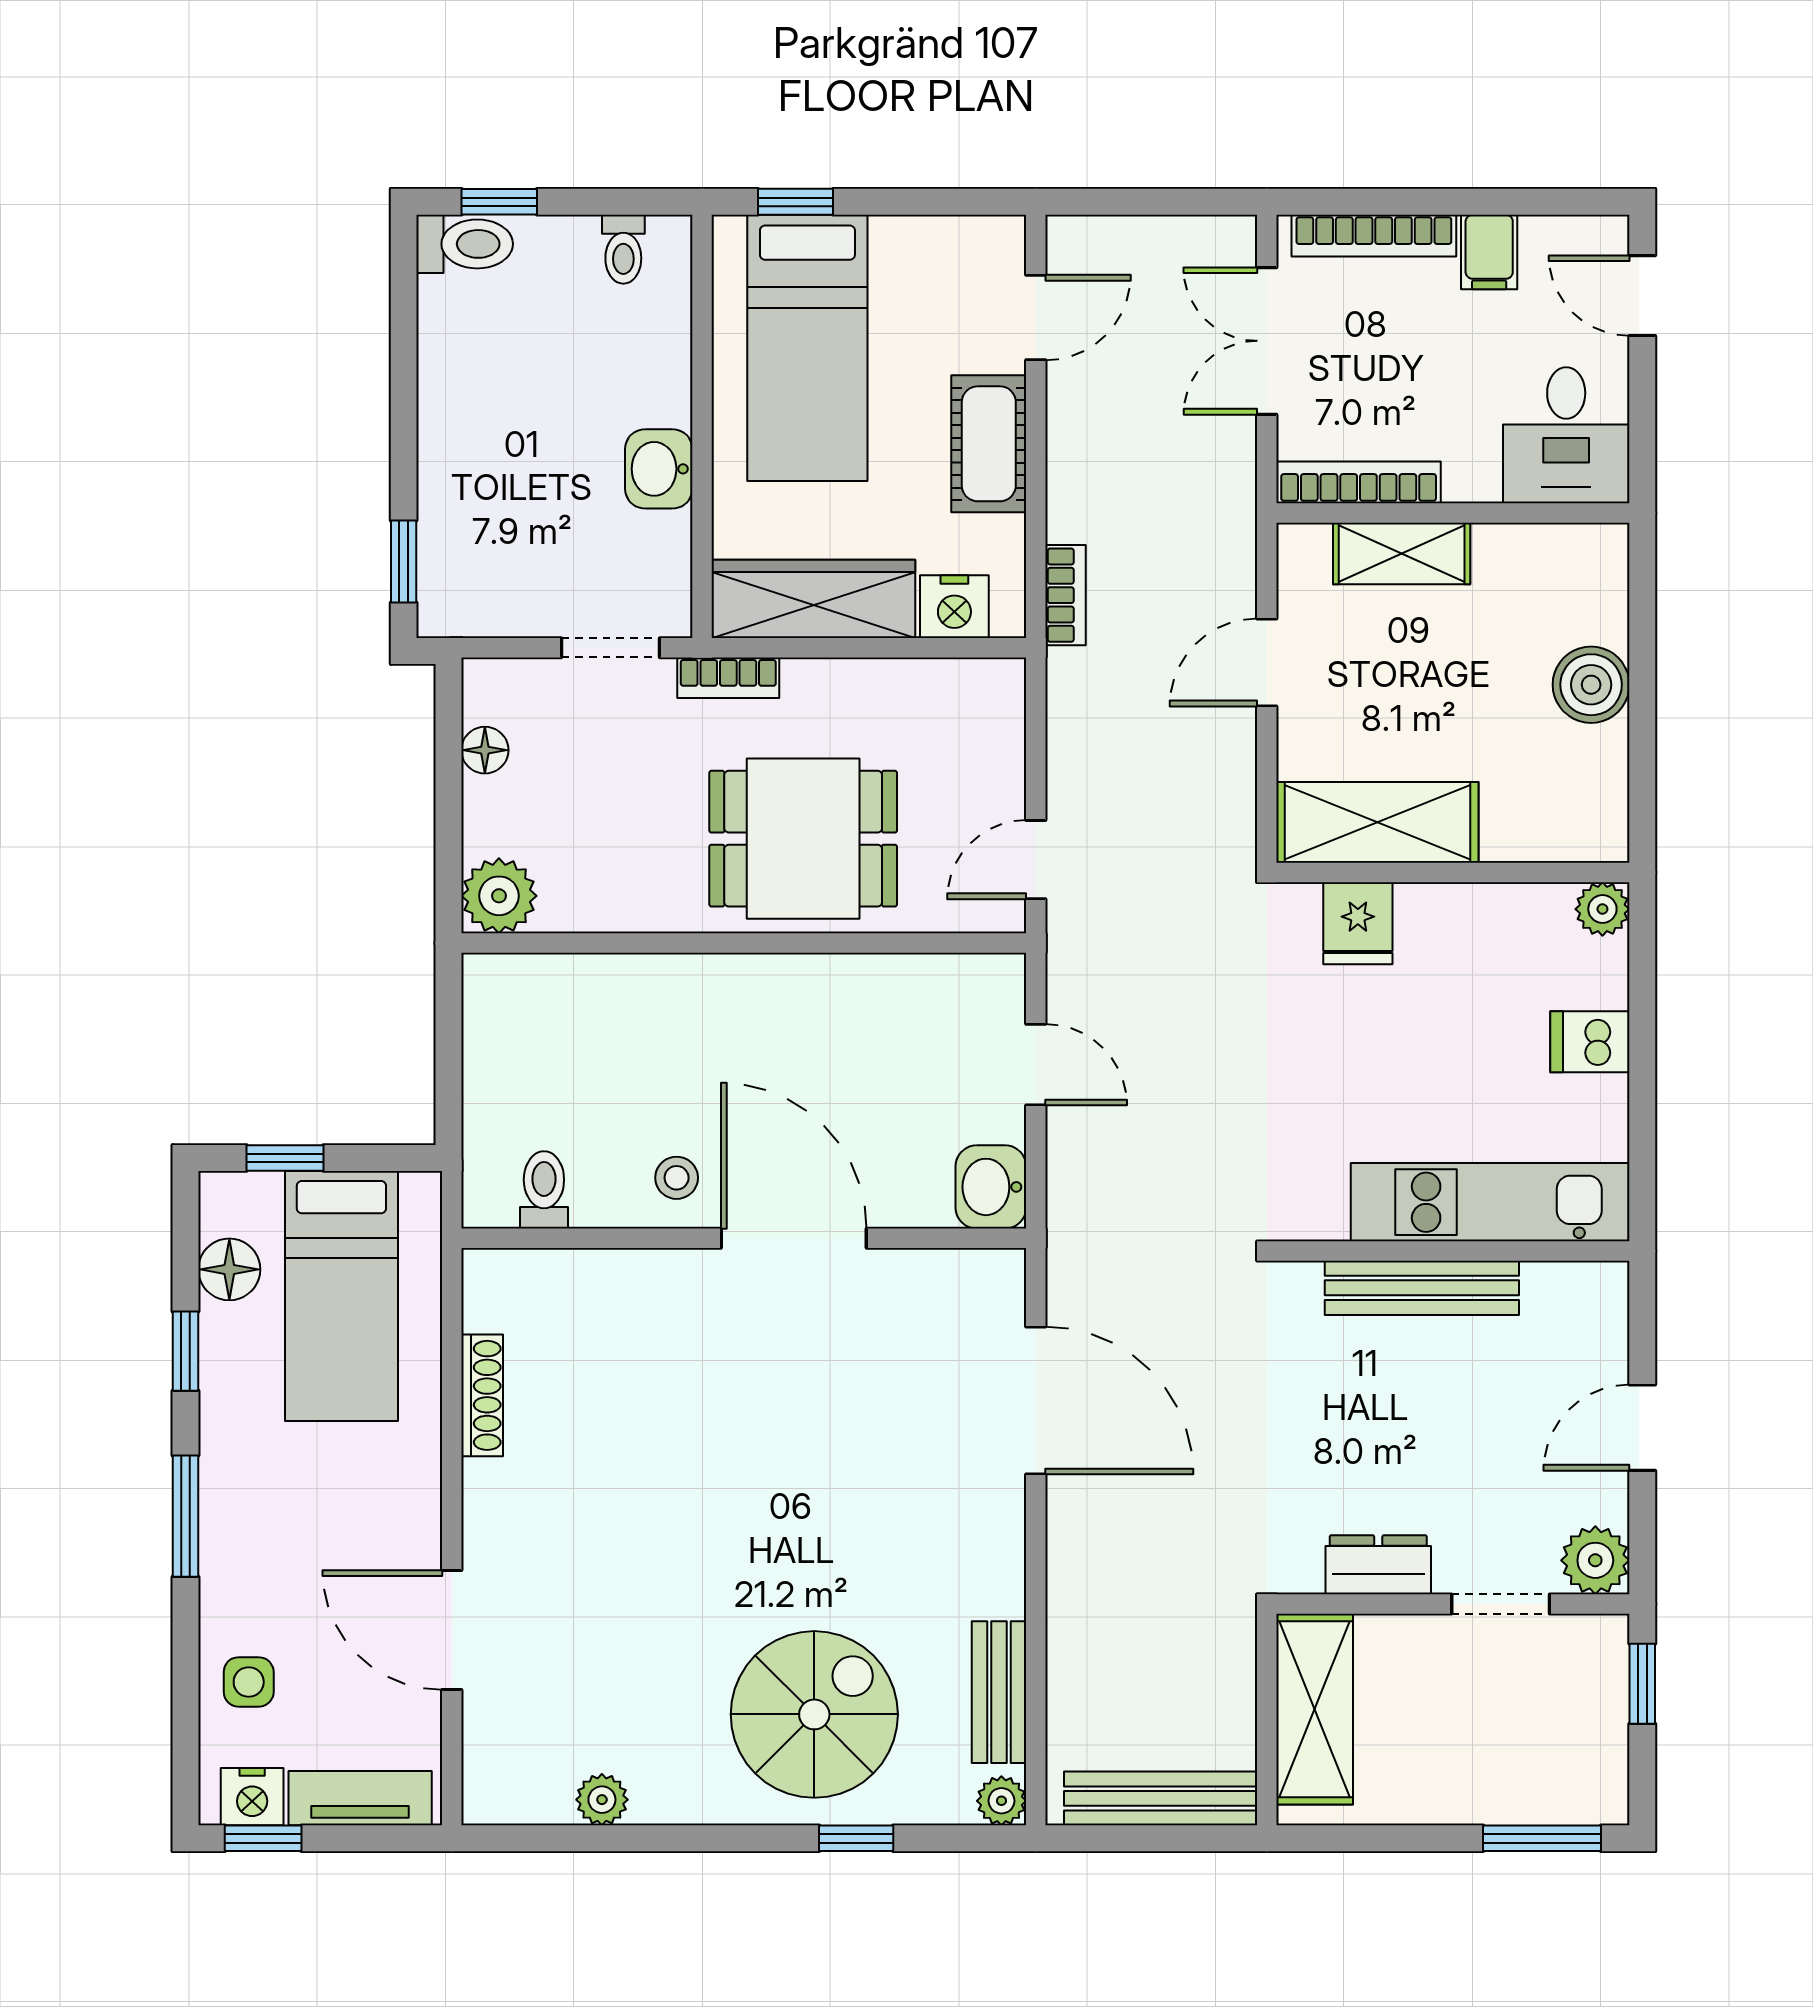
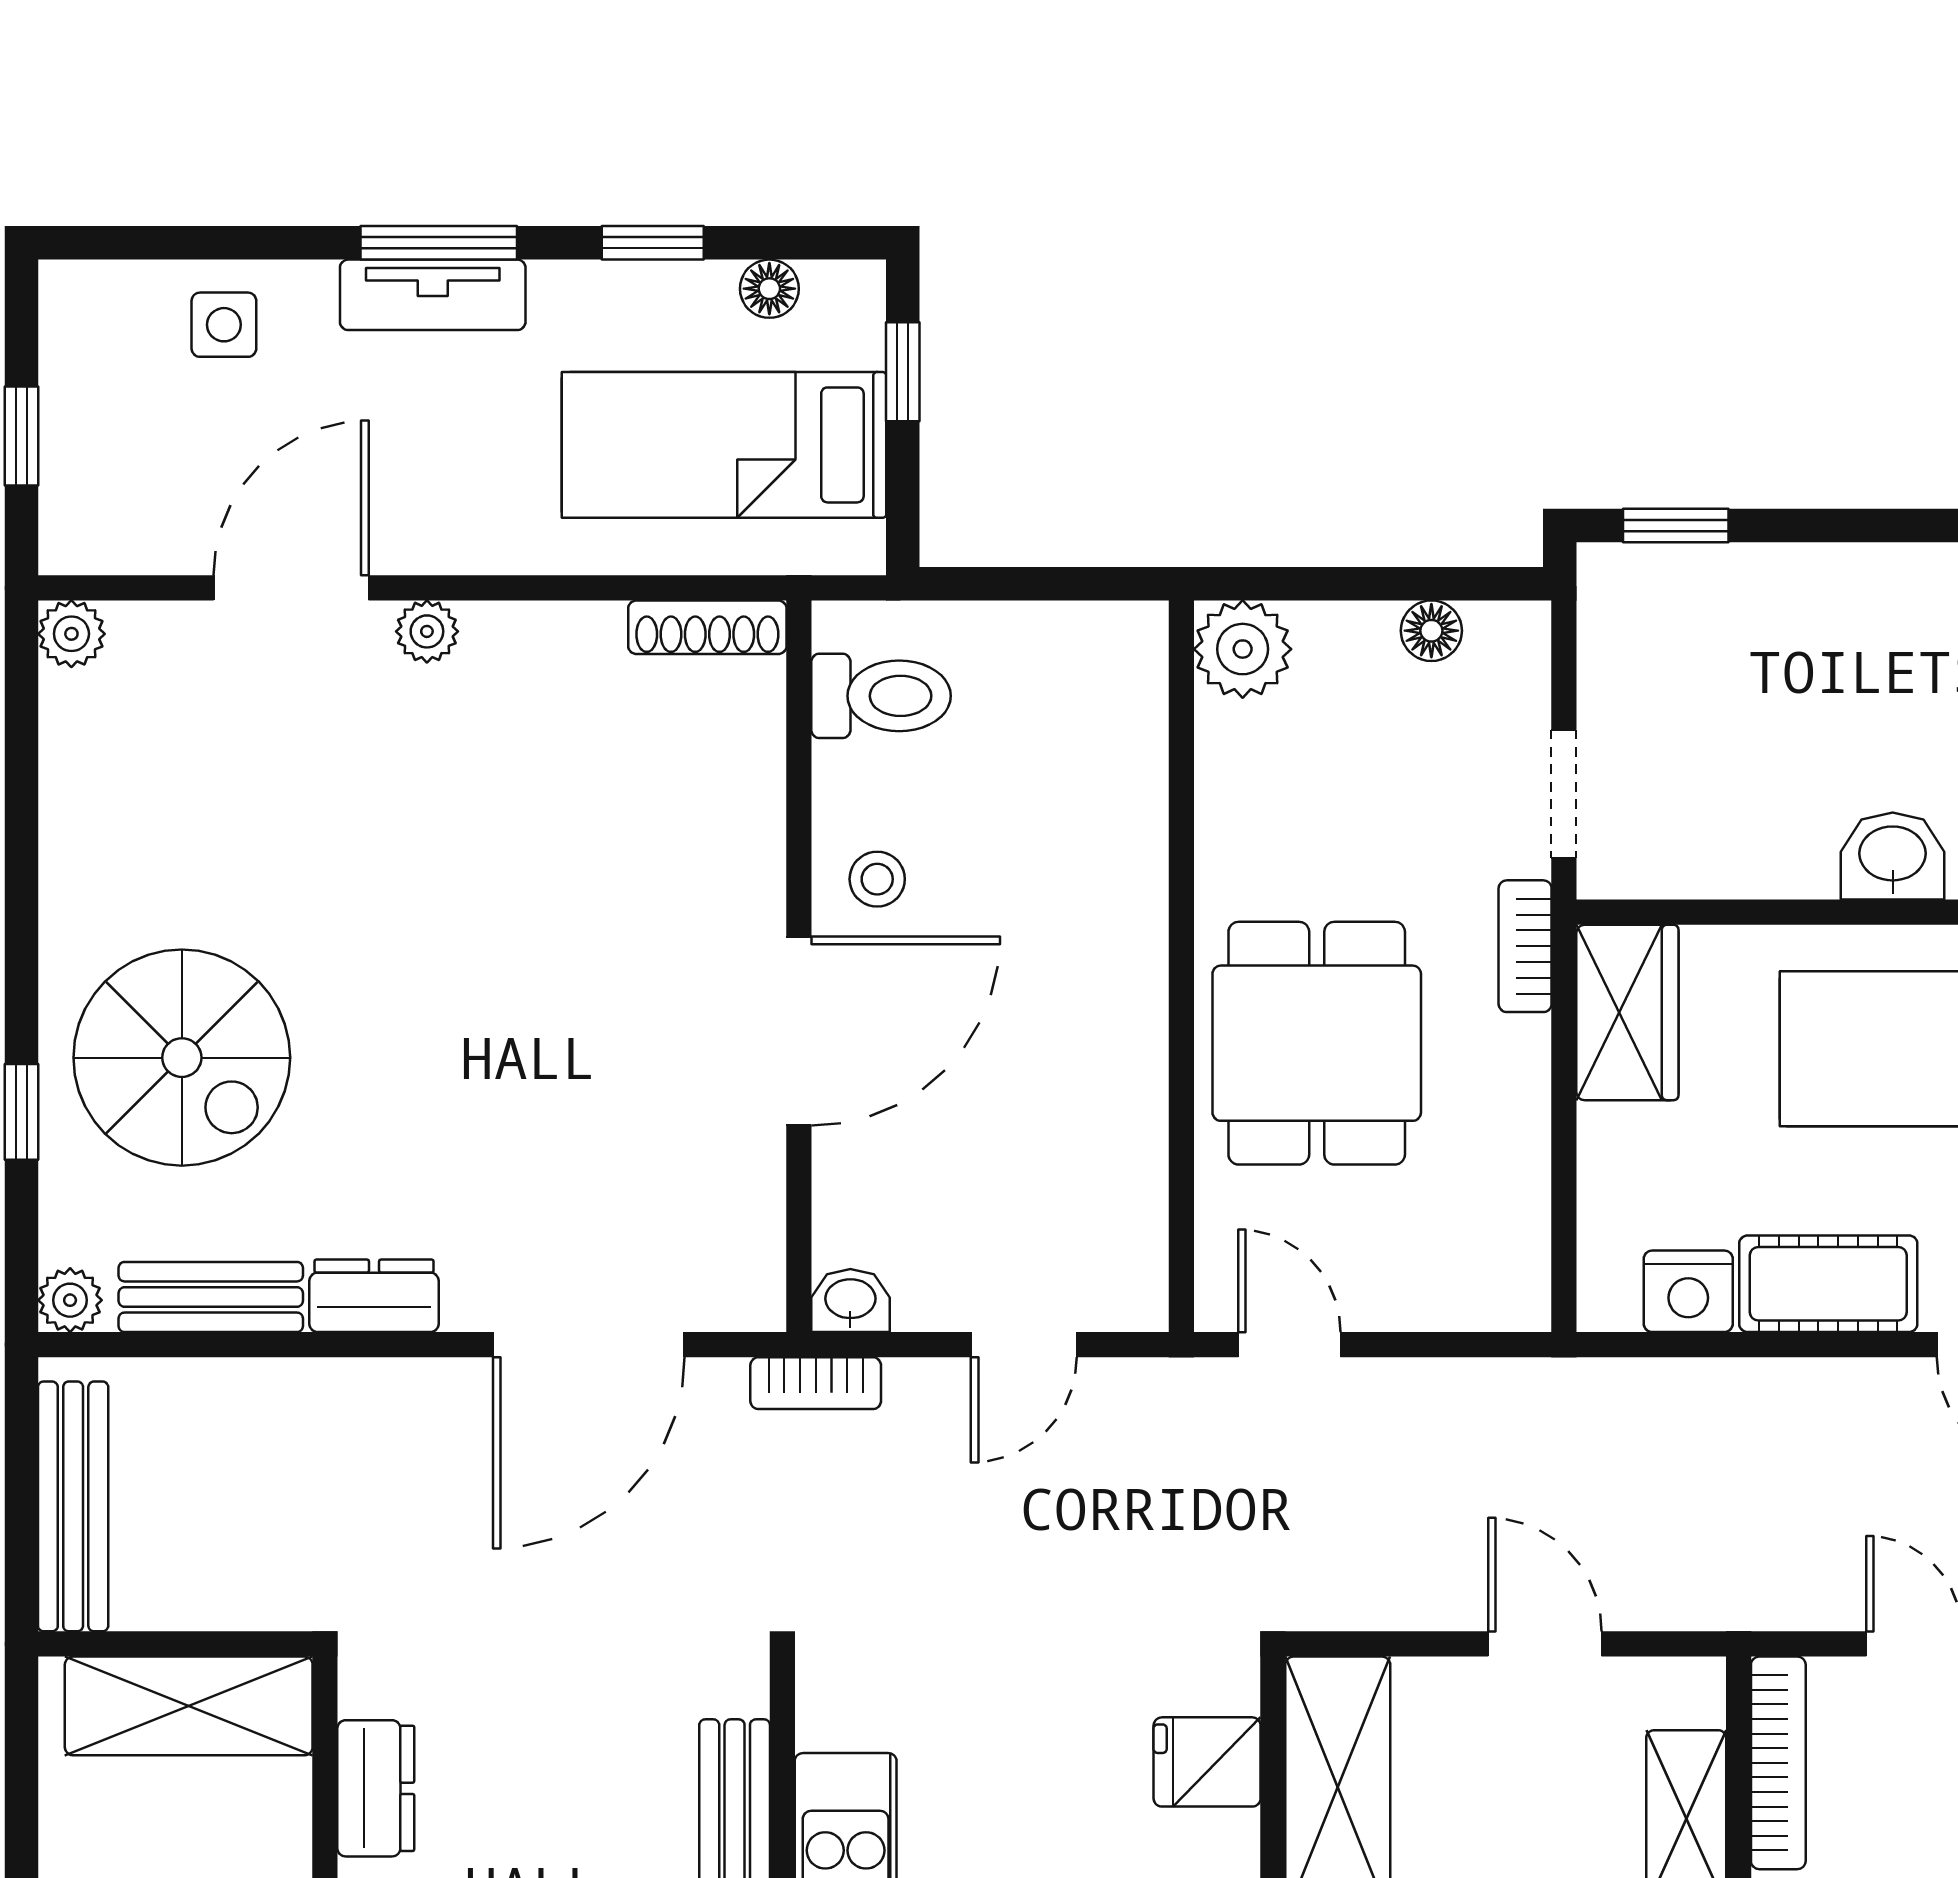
washbasin: (659, 469) -> (1893, 856), moved
bookcase: (1066, 595) -> (816, 1383), moved
wardrobe: (813, 599) -> (1627, 1012), width x0.67
nightstand: (954, 607) -> (1688, 1291), moved, turned -90
washbasin: (991, 1187) -> (850, 1301), width x0.72, depth x0.69
toilet: (544, 1190) -> (881, 696), width x1.37, depth x1.39
floor lamp: (229, 1269) -> (769, 289), width x0.73, depth x0.73
shoe rack: (482, 1395) -> (707, 627), moved
plant: (485, 1525) -> (427, 631), added
dresser: (998, 1566) -> (374, 1296), added
nightstand: (252, 1797) -> (75, 329), removed
tv unit: (360, 1798) -> (433, 295), moved, turned 90
plant: (602, 1800) -> (71, 634), moved
window: (263, 1838) -> (21, 436), moved

